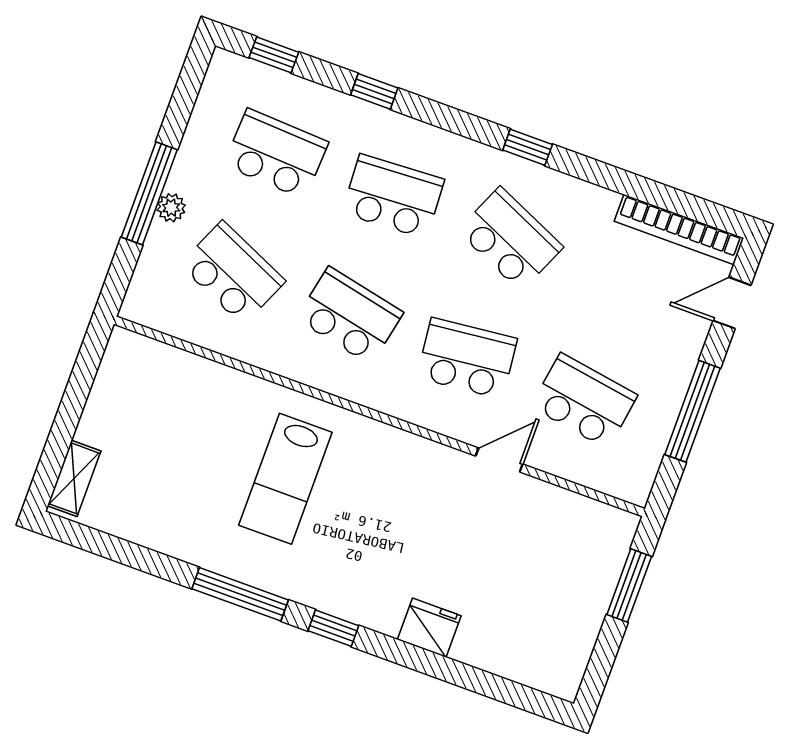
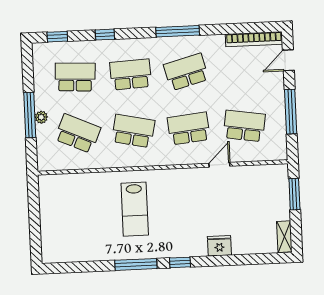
window: (528, 147) -> (178, 31), width x2.17
school desk: (510, 239) -> (186, 72), turned -39
shelving: (74, 478) -> (284, 237), moved

